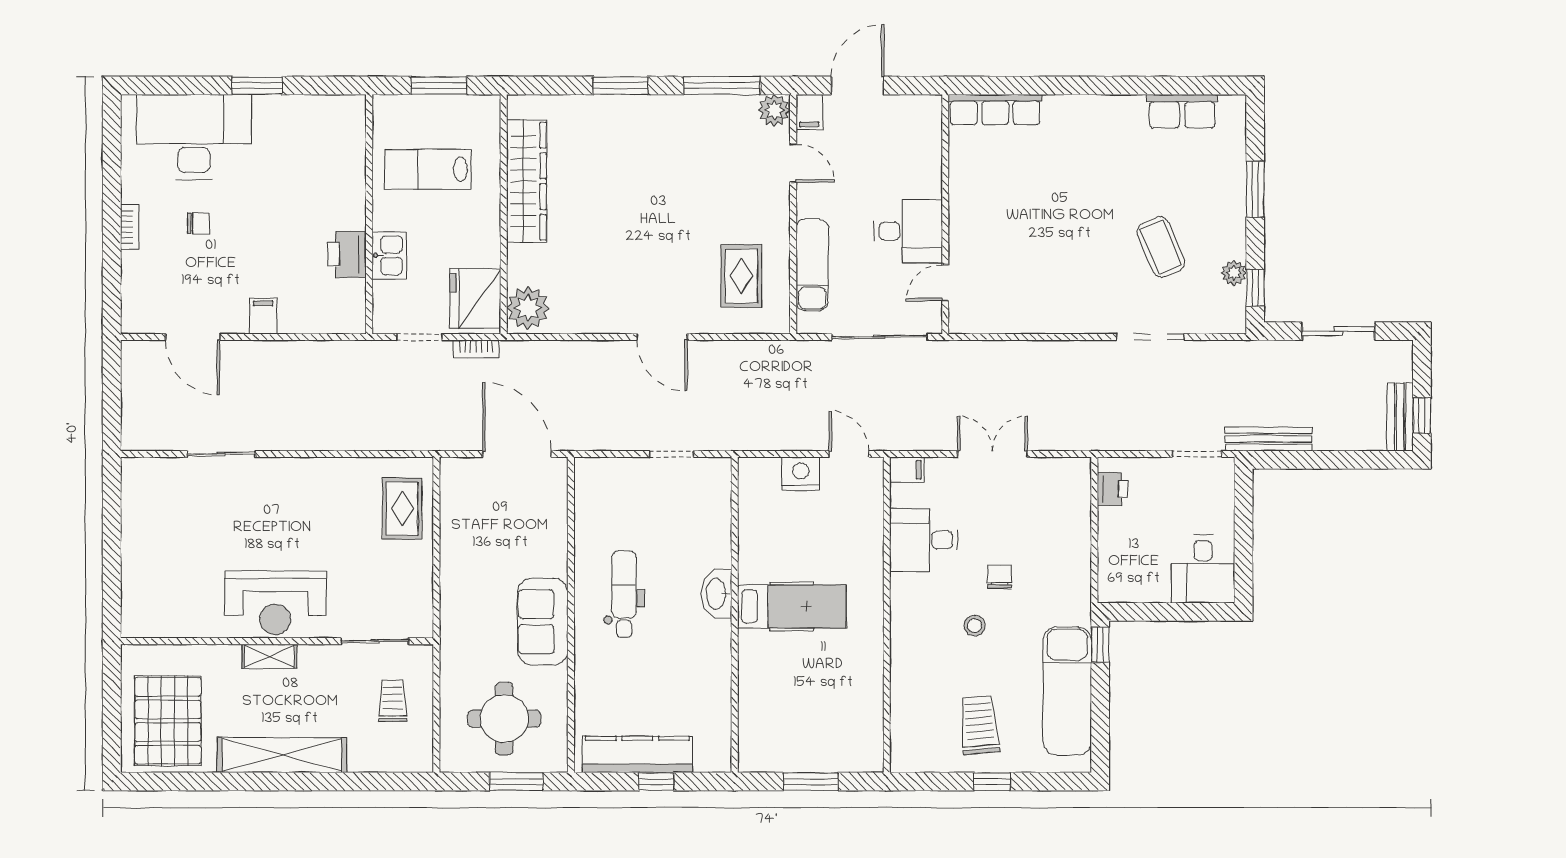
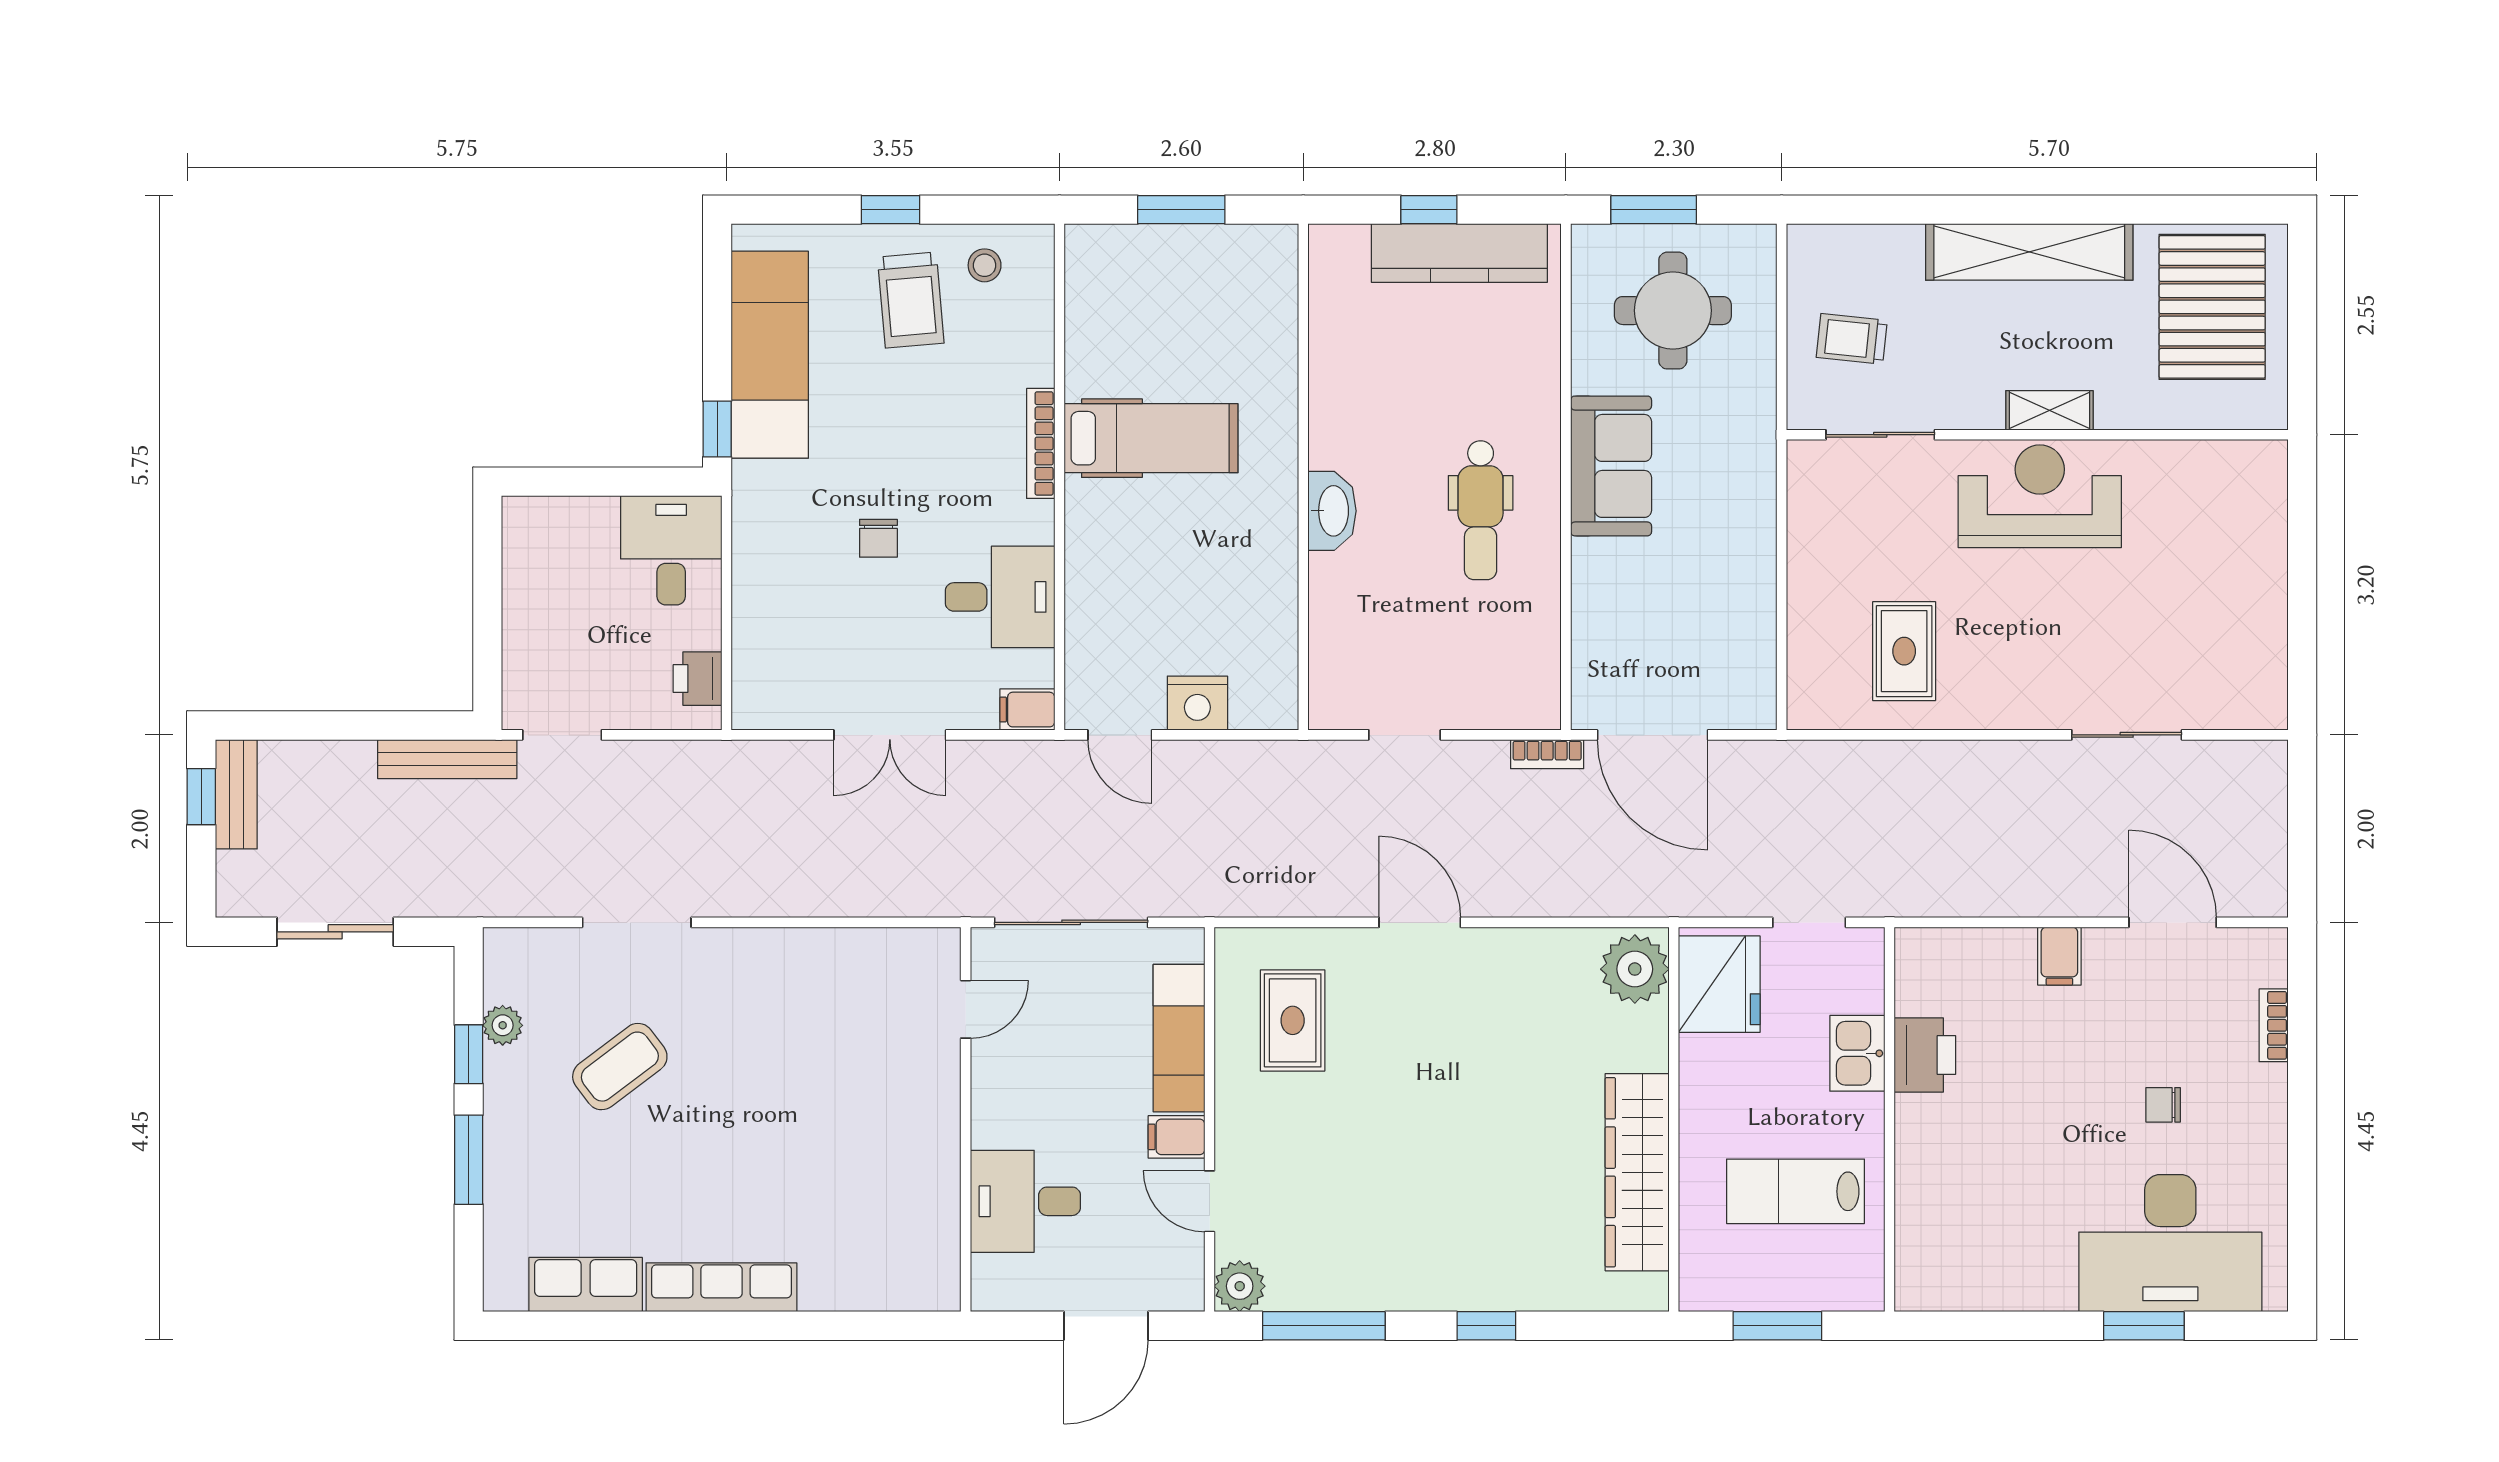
window: (257, 85) -> (2144, 1326), moved
window: (620, 85) -> (1486, 1326), width x0.67
row of seats: (995, 109) -> (721, 1287), moved
filing cabinet: (809, 112) -> (1177, 1137), moved, turned -90
lab bench: (428, 169) -> (1796, 1191), turned 180
bookcase: (130, 227) -> (2274, 1025), moved
desk: (908, 231) -> (1025, 1201), moved
coffee table: (1161, 247) -> (620, 1067), turned 76
window: (1255, 288) -> (469, 1054), moved
bookcase: (476, 349) -> (1547, 754), moved, turned 180
rug: (402, 509) -> (1904, 651), moved
desk: (1203, 569) -> (671, 550), moved
hospital bed: (792, 607) -> (1151, 438), moved, turned 180
stool: (975, 626) -> (985, 265), moved
bookcase: (898, 636) -> (1041, 443), added
trolley: (393, 701) -> (1852, 339), turned 96

